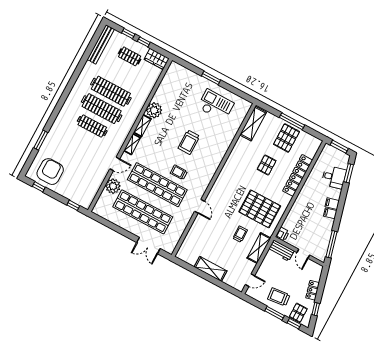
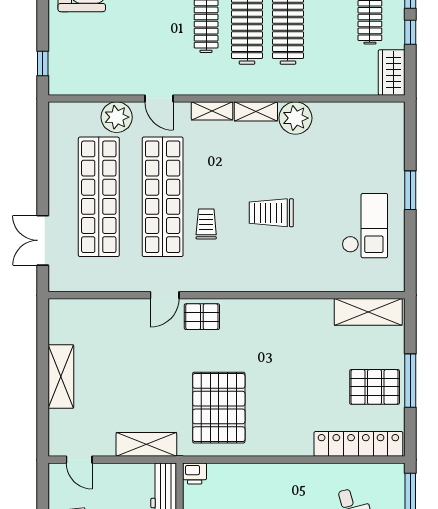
pallet: (267, 165) -> (202, 317), moved
locker: (298, 175) -> (358, 444), moved
trolley: (240, 234) -> (153, 396), removed

